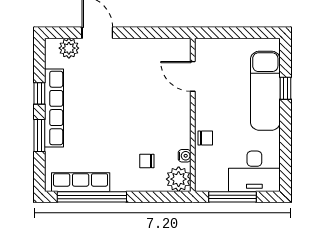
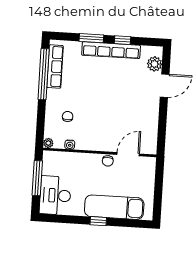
window: (286, 88) -> (98, 221), moved
chair: (205, 138) -> (108, 161), moved
plant: (179, 179) -> (48, 143), width x0.53, depth x0.53

